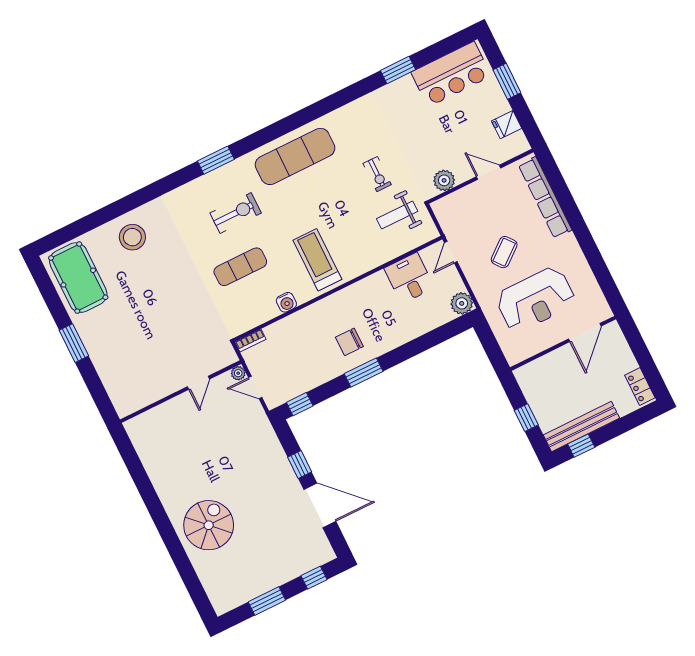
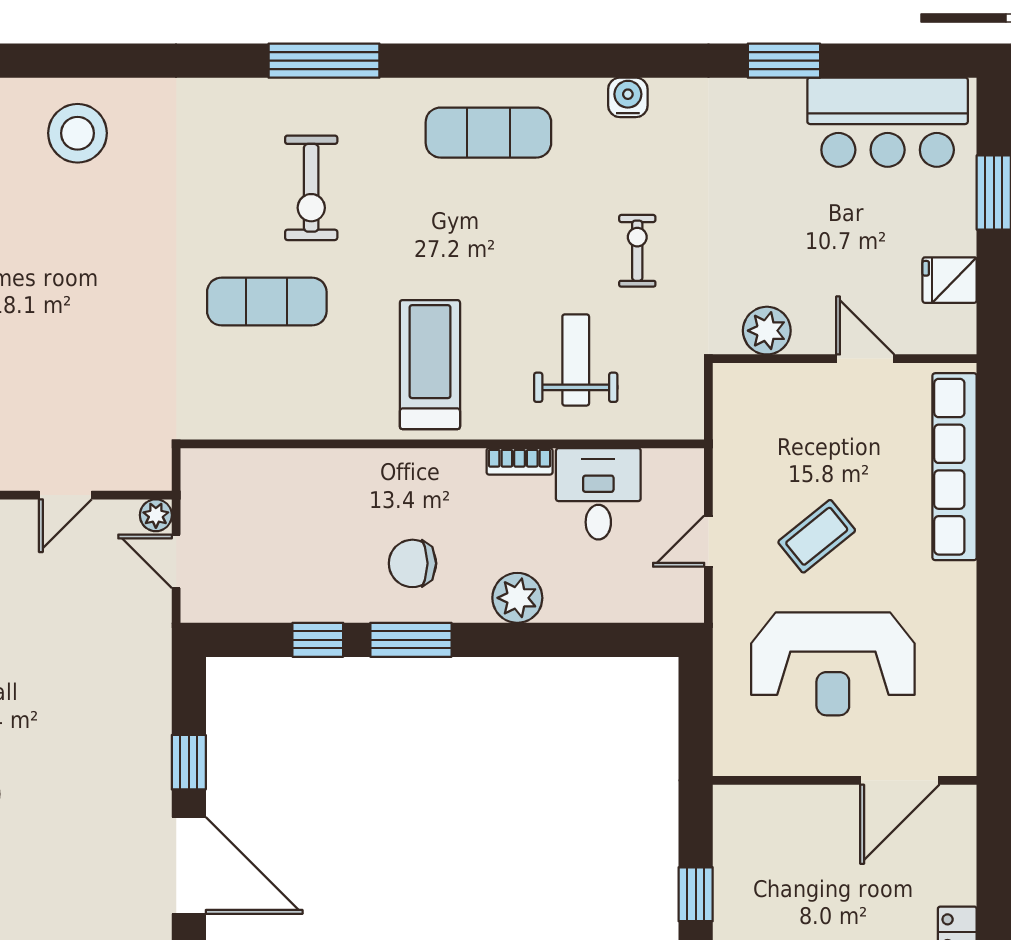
exercise mat: (295, 156) -> (488, 133), width x0.73, depth x0.69
window: (216, 160) -> (324, 61), width x1.44
exercise bike: (377, 174) -> (637, 251), turned 180
exercise bike: (236, 213) -> (311, 188), turned 90
weight bench: (397, 215) -> (576, 360), moved, turned 90
door: (451, 252) -> (708, 541), moved
water cooler: (286, 302) -> (628, 97), moved, turned 180
plant: (462, 303) -> (517, 598), moved
bookcase: (250, 341) -> (520, 461), moved
window: (300, 404) -> (318, 640), moved

